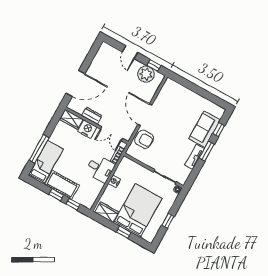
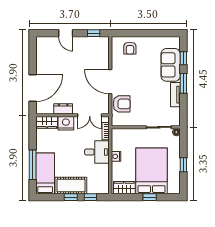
plant: (146, 74) -> (91, 45), removed
armchair: (178, 95) -> (130, 48), added

